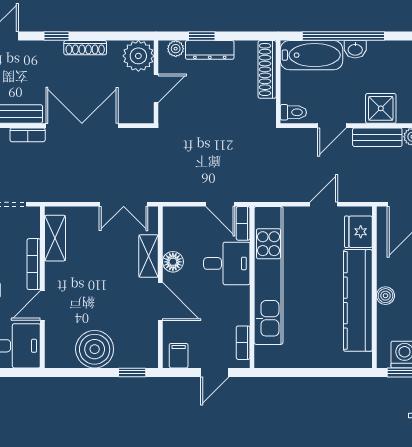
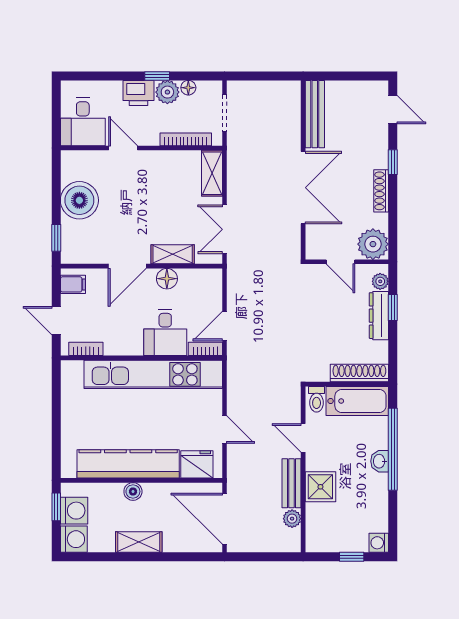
bathtub: (312, 55) -> (357, 401), moved, turned -90
bookcase: (28, 135) -> (294, 133), removed
shelving: (55, 238) -> (212, 173), moved, turned 90
bookcase: (34, 264) -> (186, 139), moved

